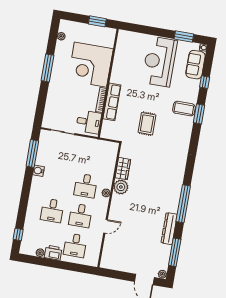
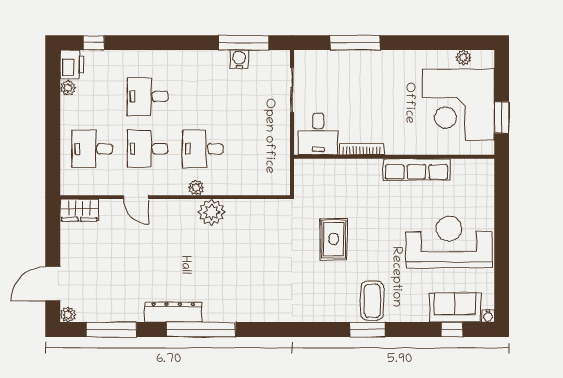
window: (184, 37) -> (502, 278), removed
corner desk: (90, 65) -> (458, 105), moved, turned -90
window: (47, 68) -> (355, 43), moved
window: (205, 82) -> (452, 330), moved
row of seats: (112, 102) -> (417, 169), moved
rug: (147, 124) -> (334, 239), turned 90
wardrobe: (123, 169) -> (79, 210), moved
water cooler: (39, 171) -> (239, 59), moved
dresser: (169, 229) -> (173, 312), moved
printer: (53, 253) -> (72, 64), moved

